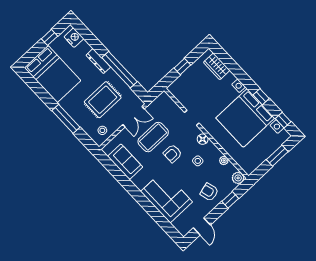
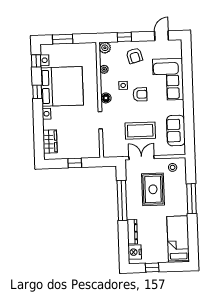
dresser: (98, 61) -> (132, 232), moved
bed: (53, 74) -> (178, 239), width x0.67
rug: (103, 100) -> (153, 189), turned 90
armchair: (172, 153) -> (140, 94), moved

